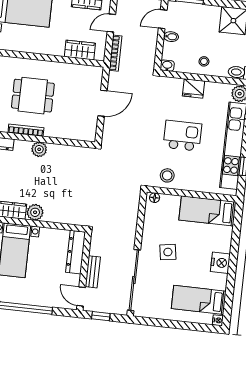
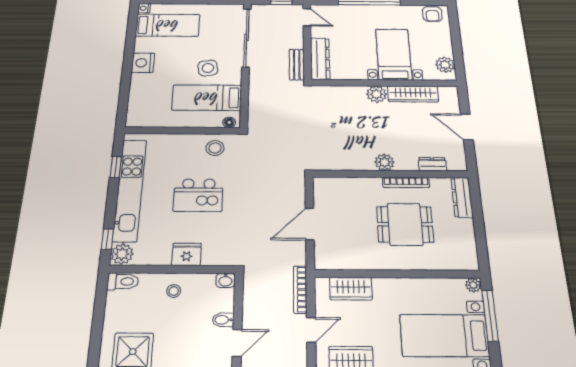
bed: (207, 211) -> (207, 98), moved, turned 180
bench: (93, 272) -> (297, 65), moved

